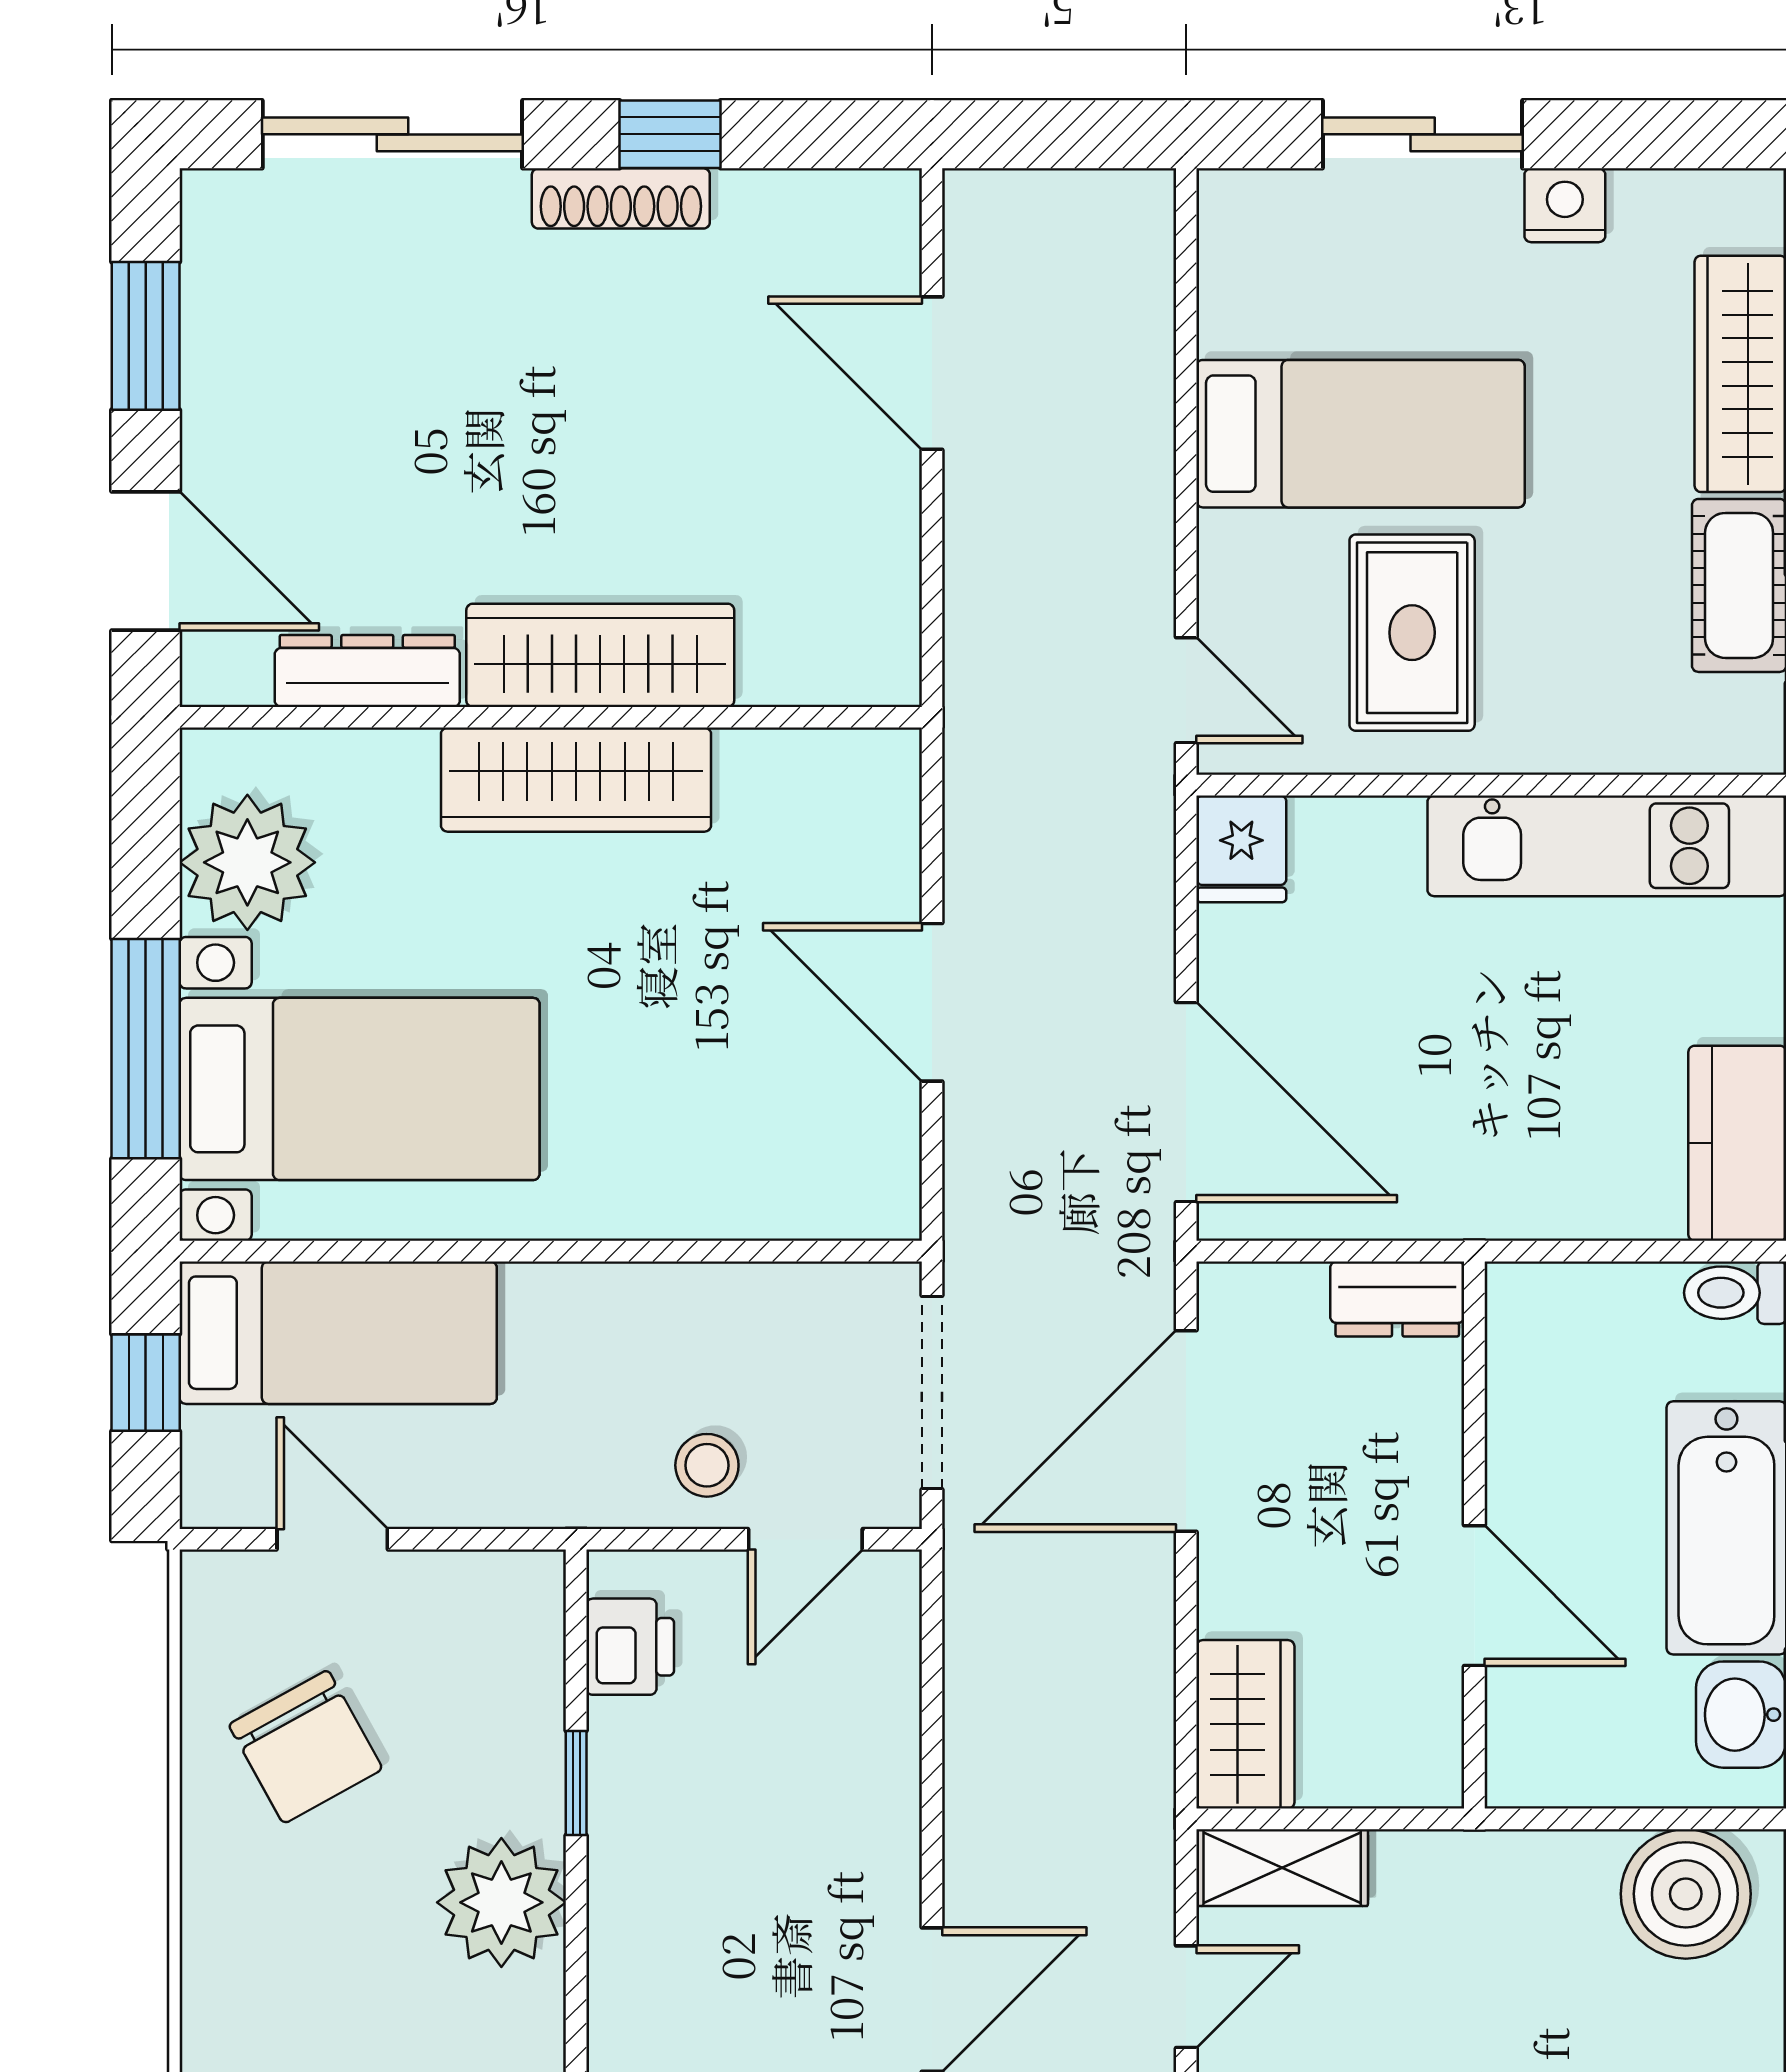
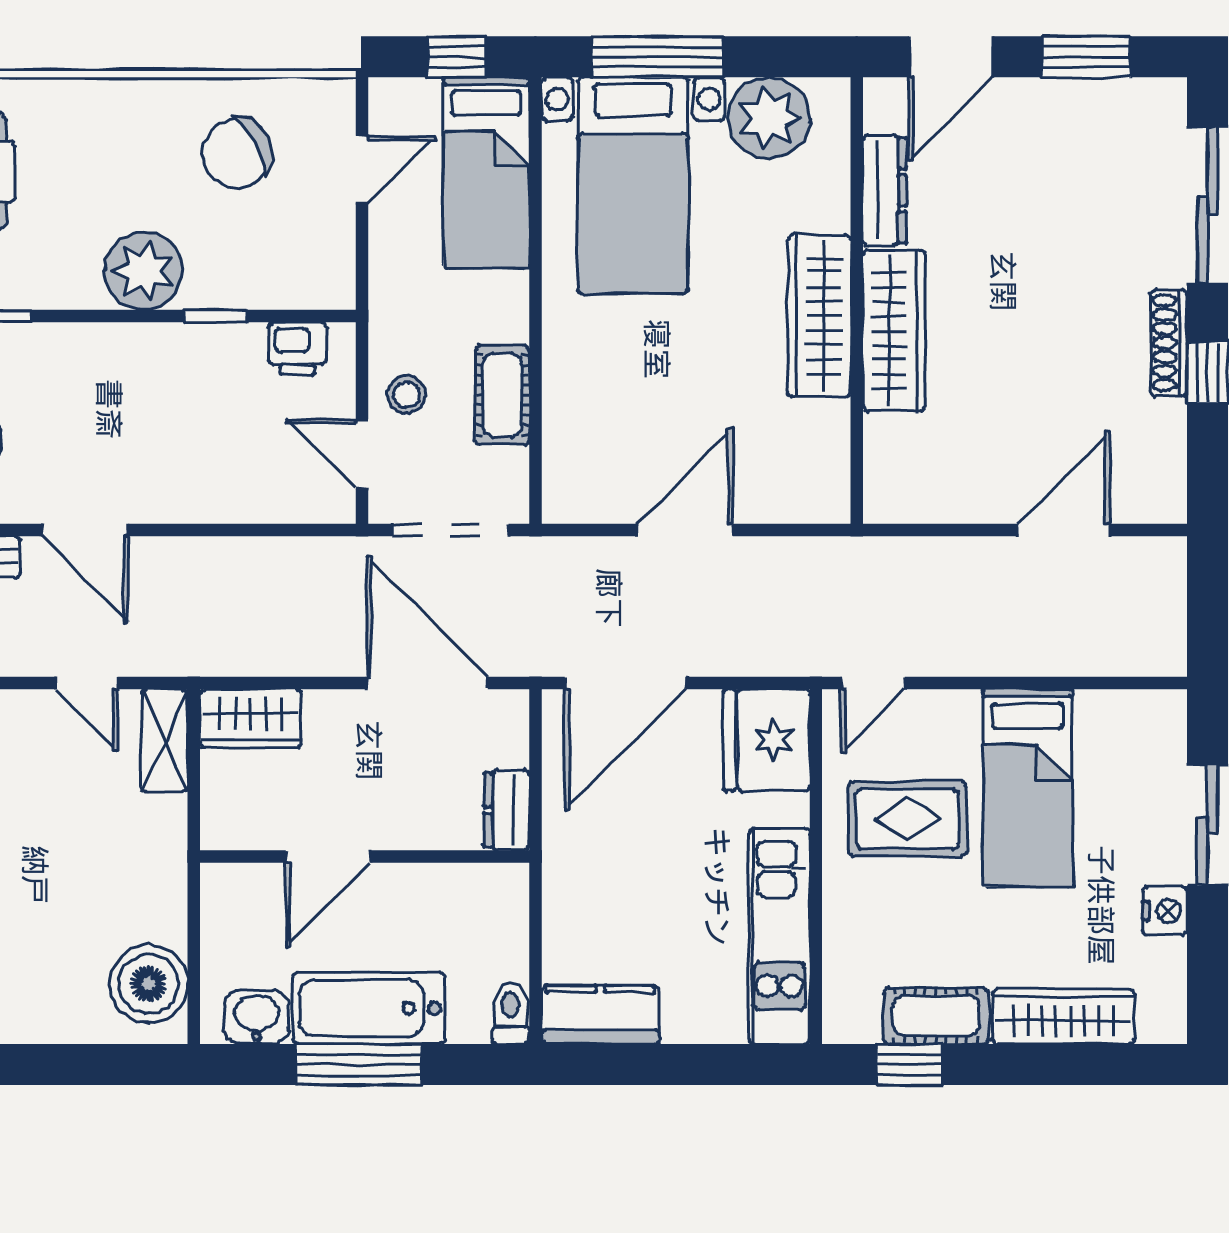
fridge: (1241, 849) -> (767, 740), width x1.88, depth x1.34
cot: (708, 1306) -> (502, 395), added

